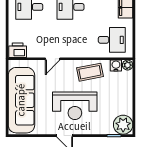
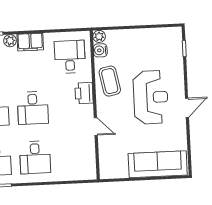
printer: (18, 50) -> (84, 93), moved
sofa: (21, 100) -> (158, 164), width x0.74, depth x0.79
plant: (123, 125) -> (171, 38), removed

